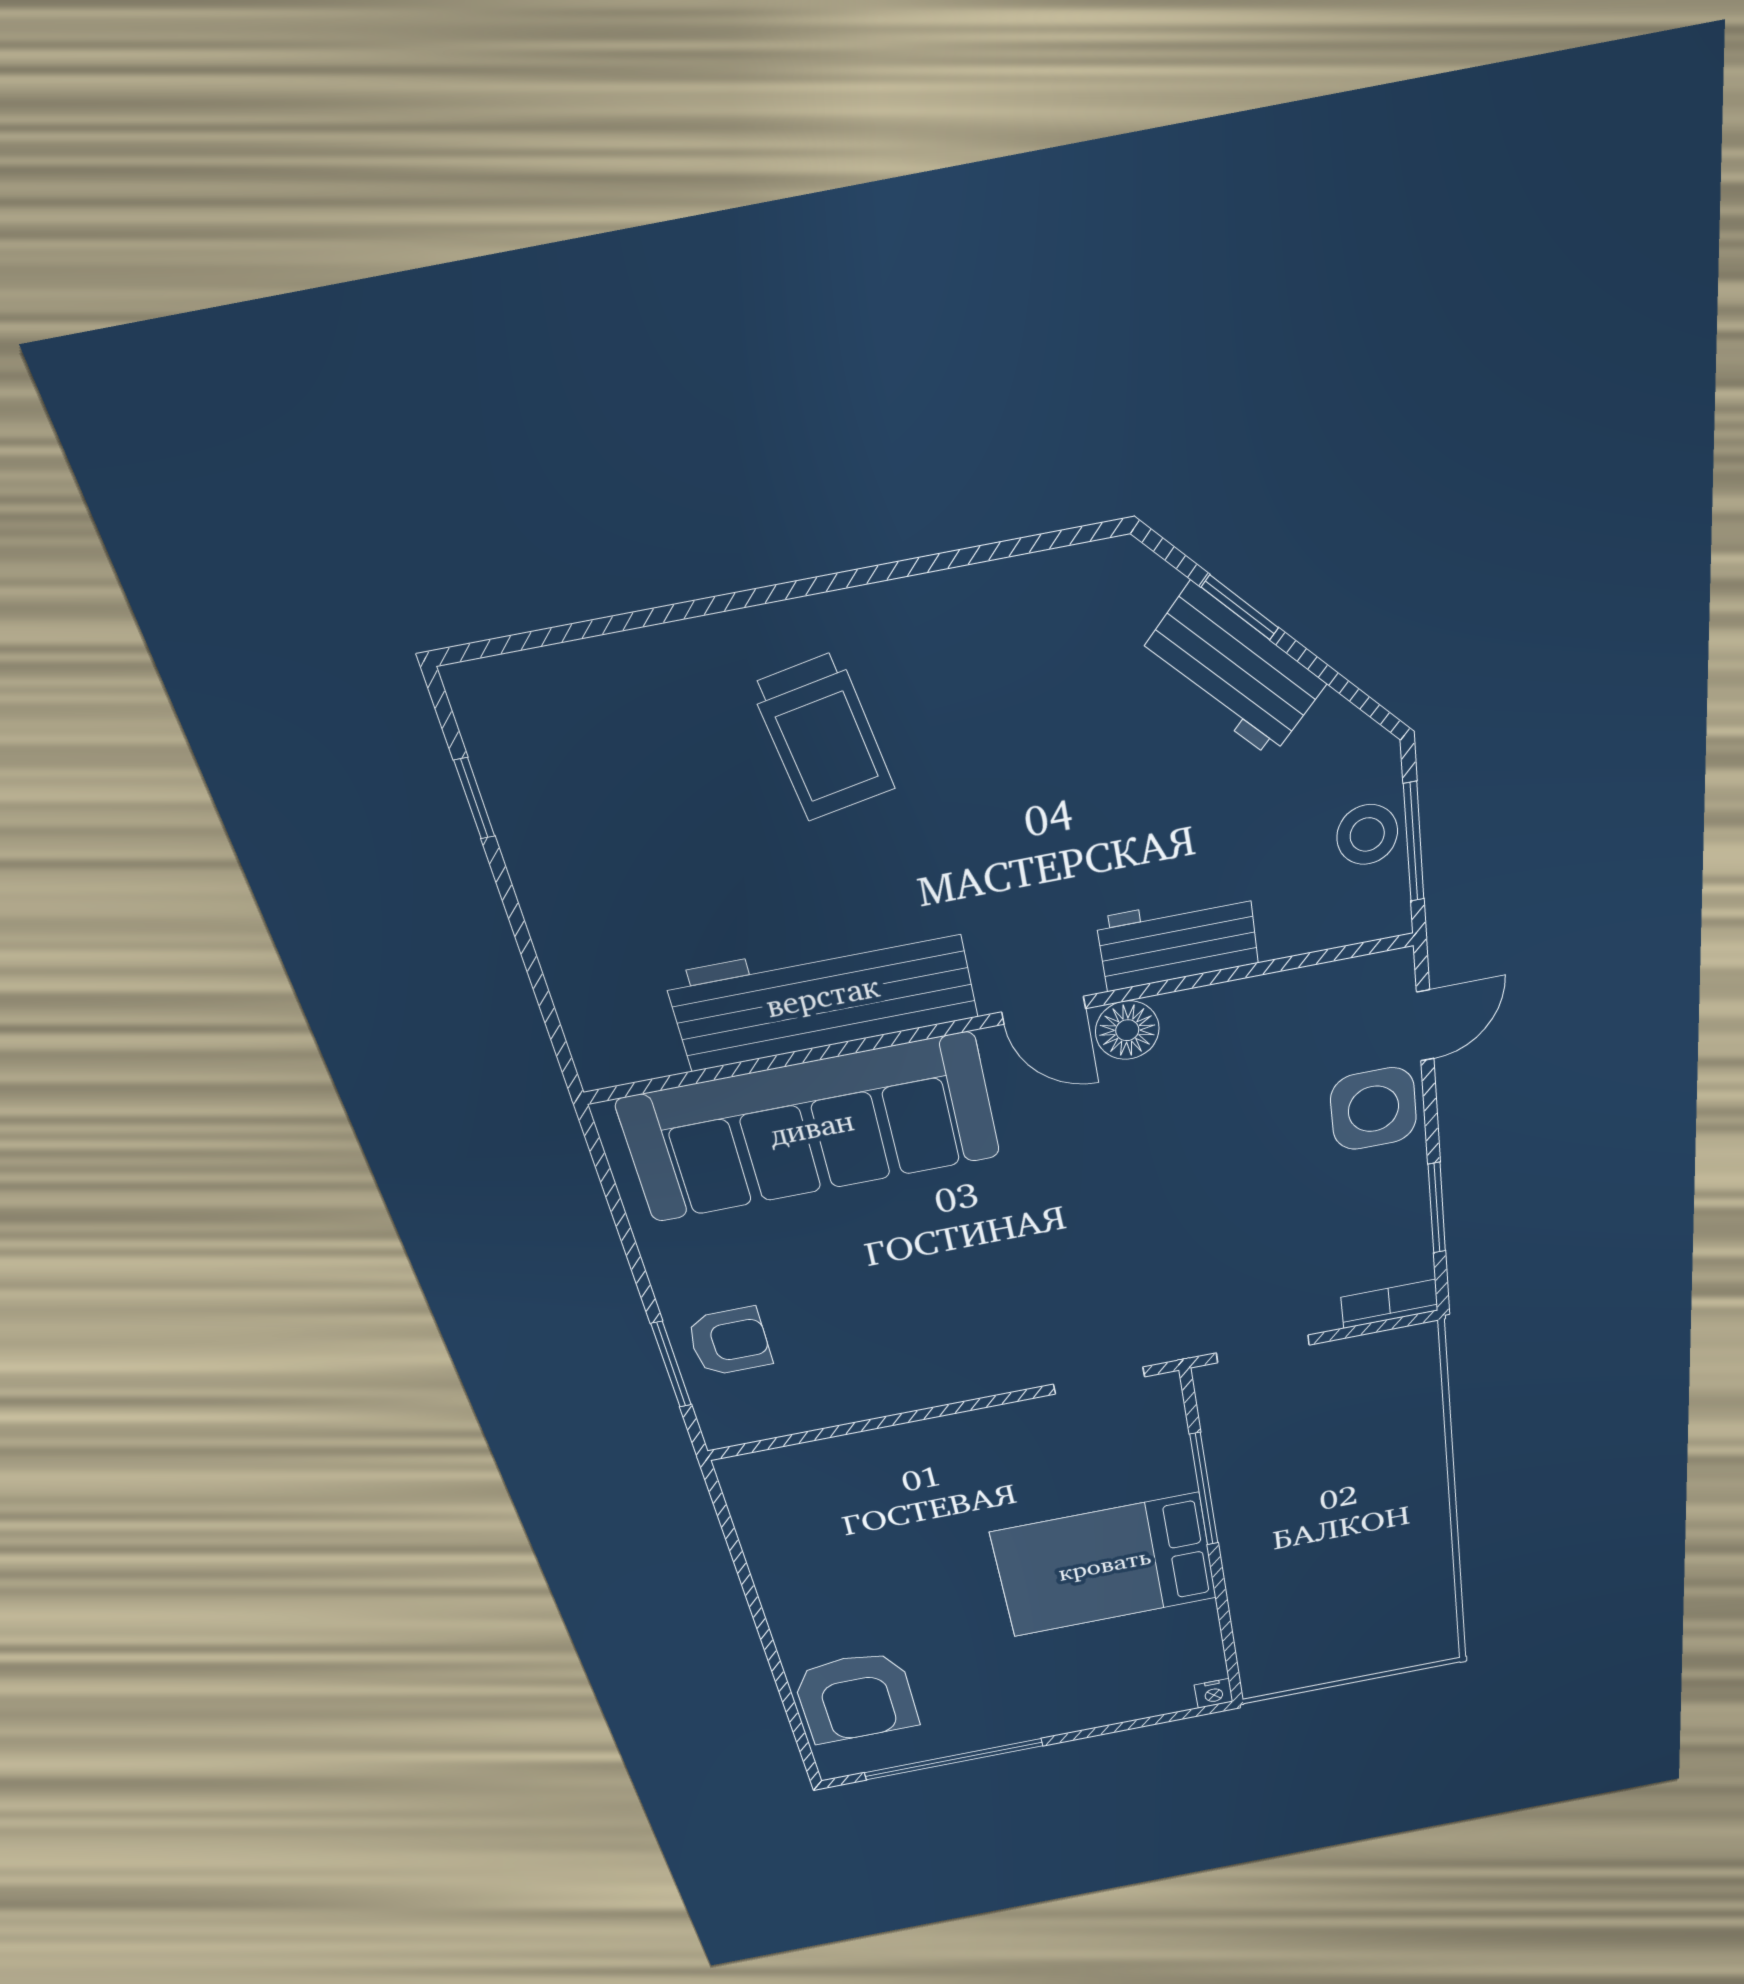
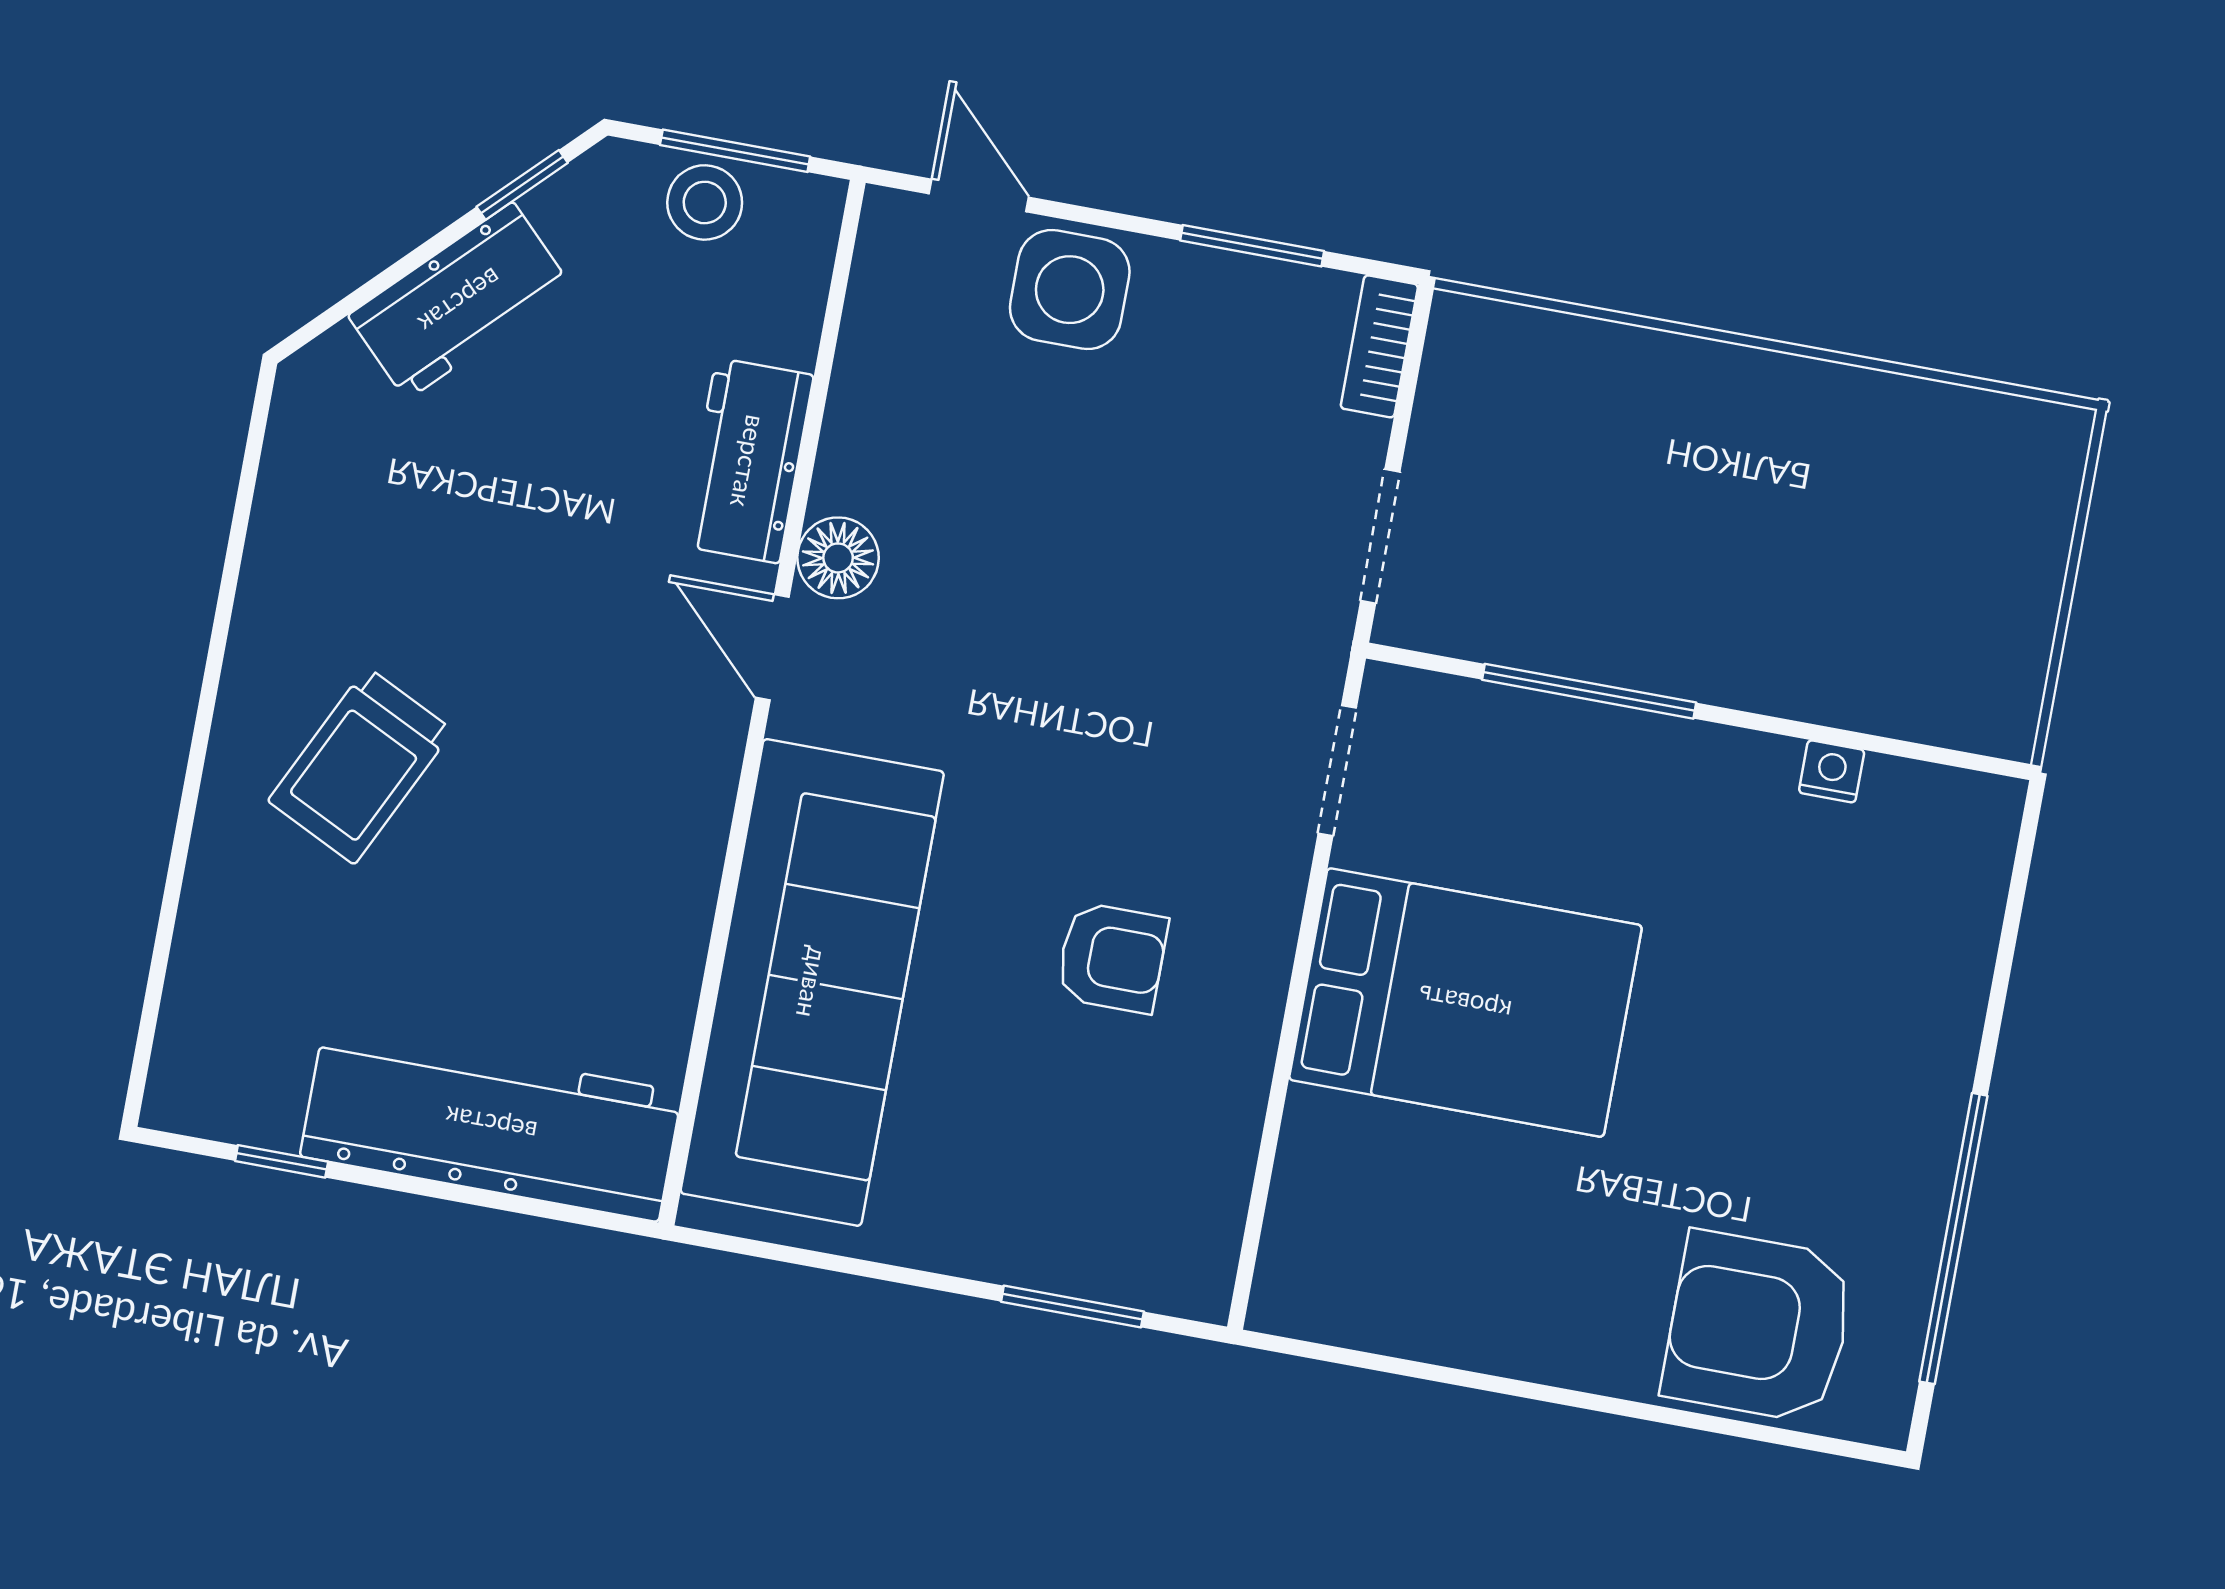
window: (1240, 607) -> (522, 185), moved
trolley: (823, 737) -> (361, 766), turned 126
workbench: (823, 996) -> (491, 1124), moved, turned 90
door: (1044, 1010) -> (772, 647), swing flipped
armchair: (729, 1342) -> (1112, 958), moved, turned 90
bed: (1105, 1565) -> (1465, 1003), moved, turned -90
nightstand: (1214, 1693) -> (1832, 771), moved, turned -90
armchair: (856, 1697) -> (1758, 1327), turned 180

